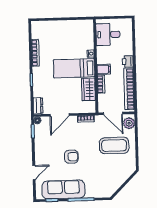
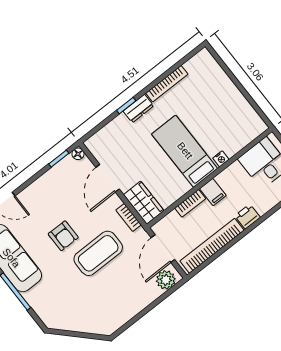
wardrobe: (88, 89) -> (144, 203), moved, turned 90
dresser: (38, 106) -> (138, 108), moved
door: (60, 115) -> (108, 178), hinge flipped
coffee table: (114, 145) -> (98, 253), moved, turned 90

